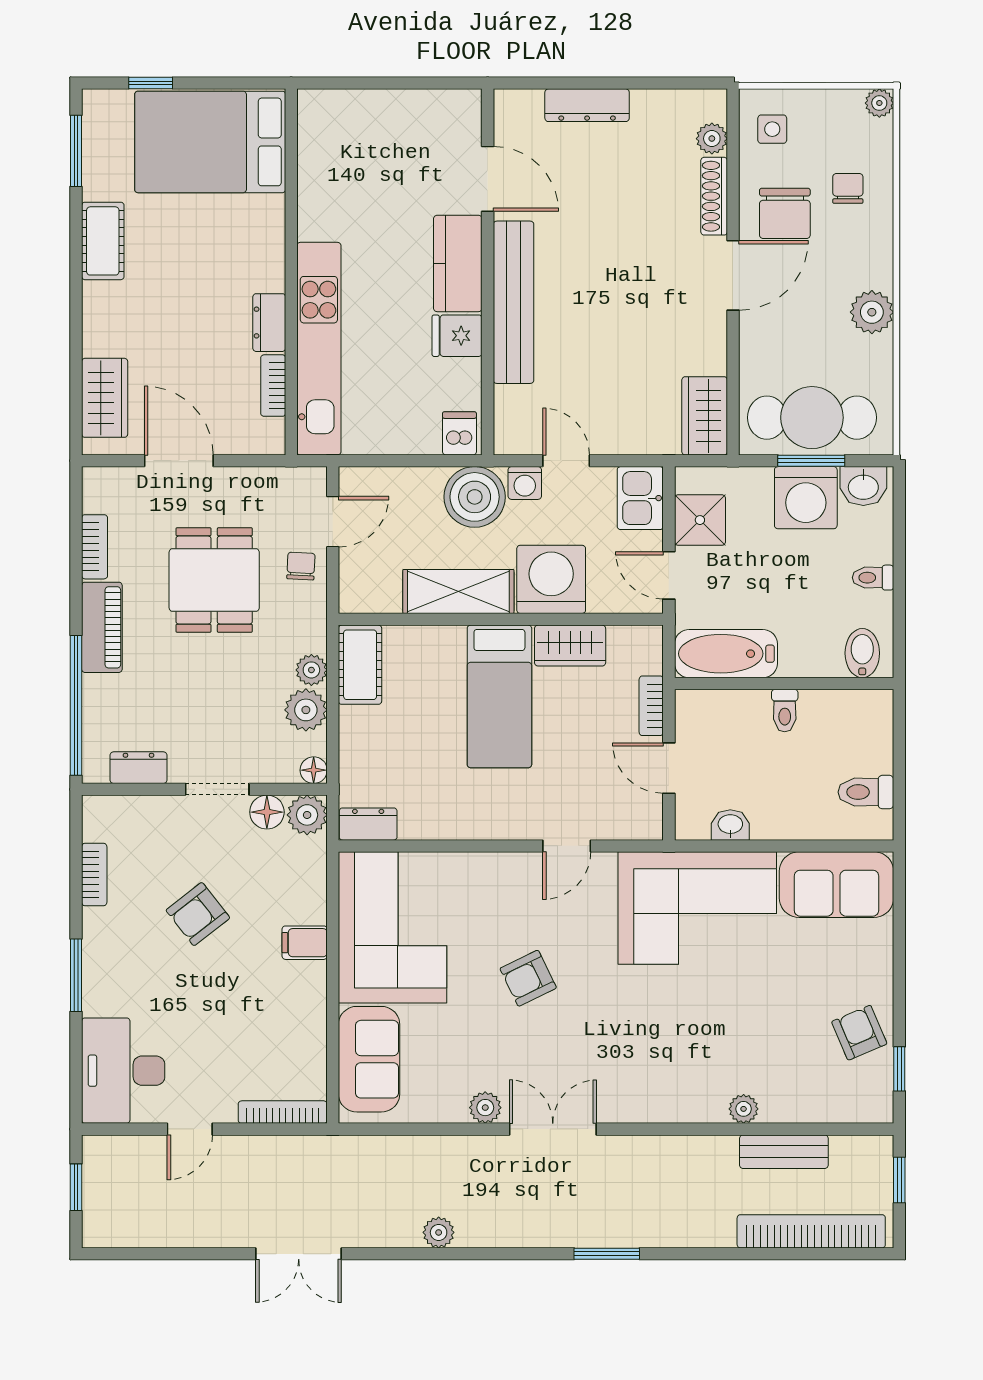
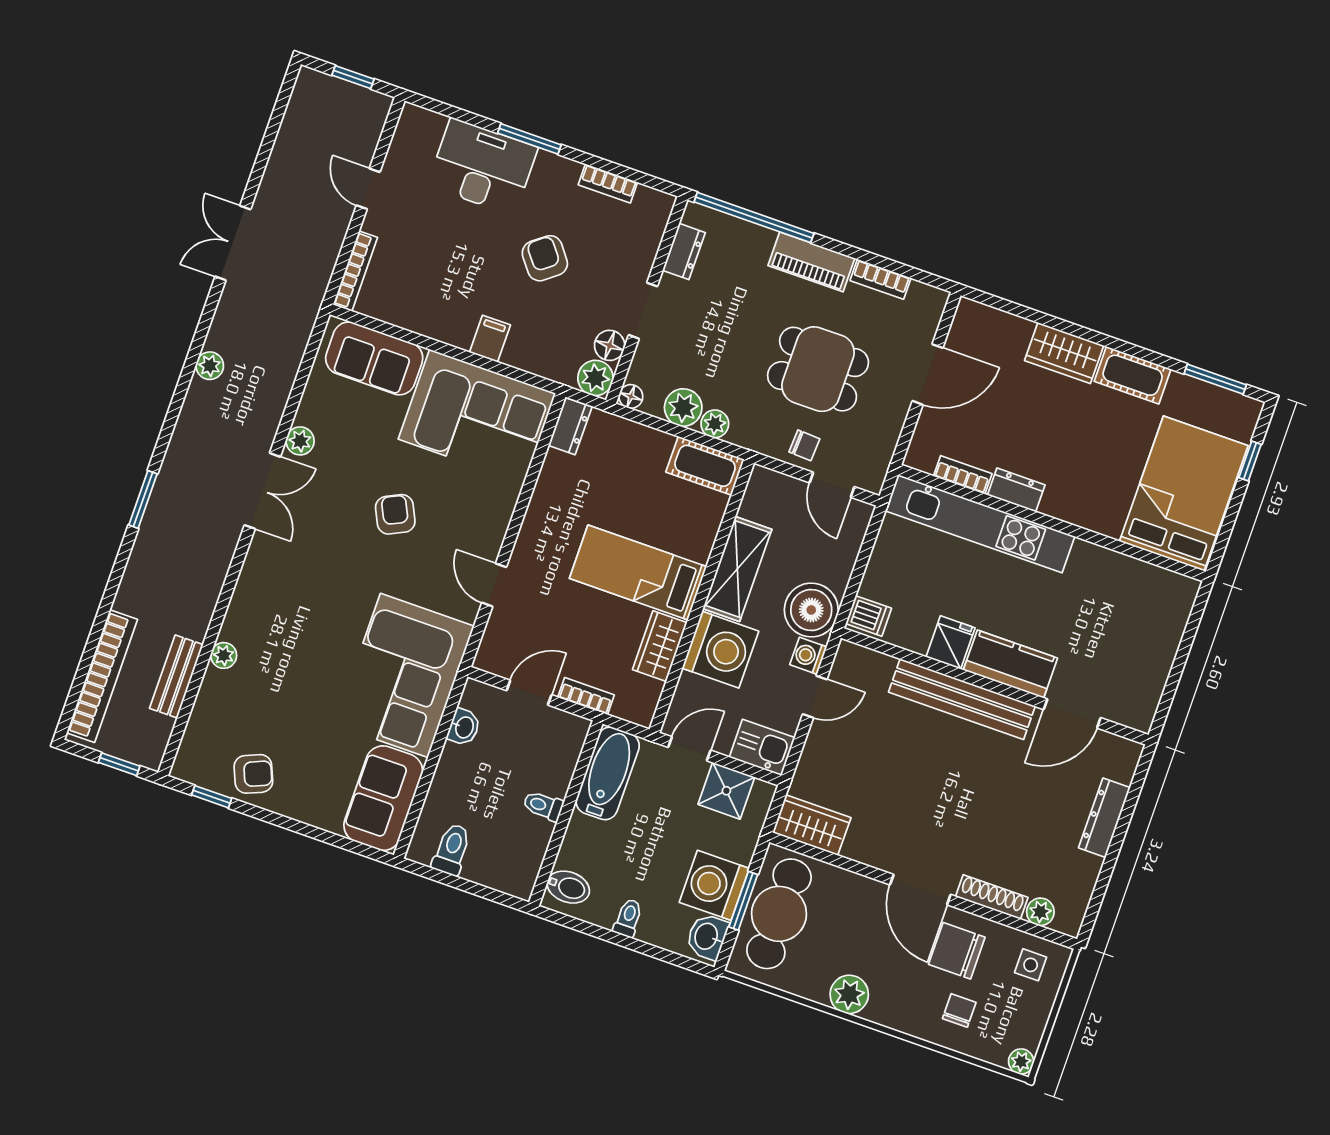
chair: (848, 188) -> (959, 1010), turned -90
wardrobe: (105, 398) -> (1064, 353), moved
desk: (123, 1071) -> (483, 167), moved

